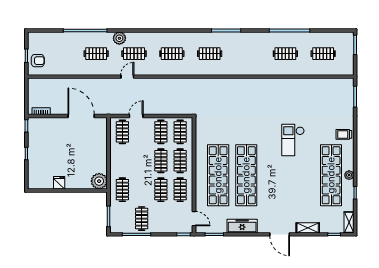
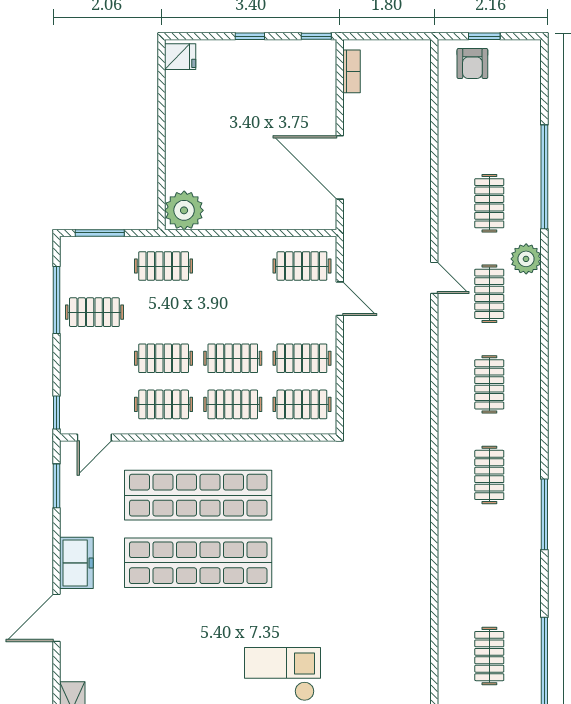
door: (81, 116) -> (340, 167), swing flipped
fridge: (59, 183) -> (180, 57), moved
freezer: (242, 226) -> (76, 563), width x0.71
door: (280, 234) -> (57, 618), moved

